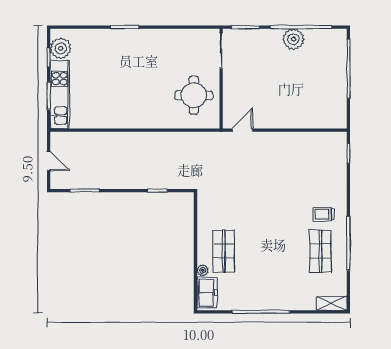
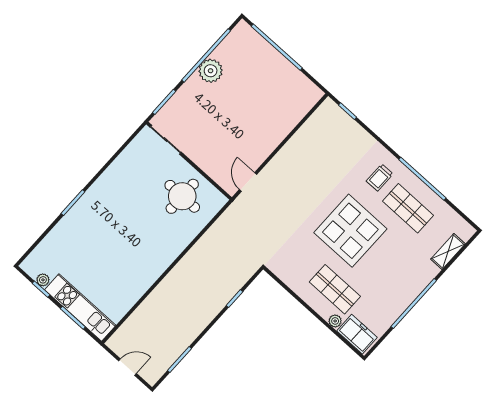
plant: (61, 48) -> (43, 280), width x0.53, depth x0.53
display table: (271, 227) -> (350, 231), added
shelving: (332, 303) -> (448, 252), moved

